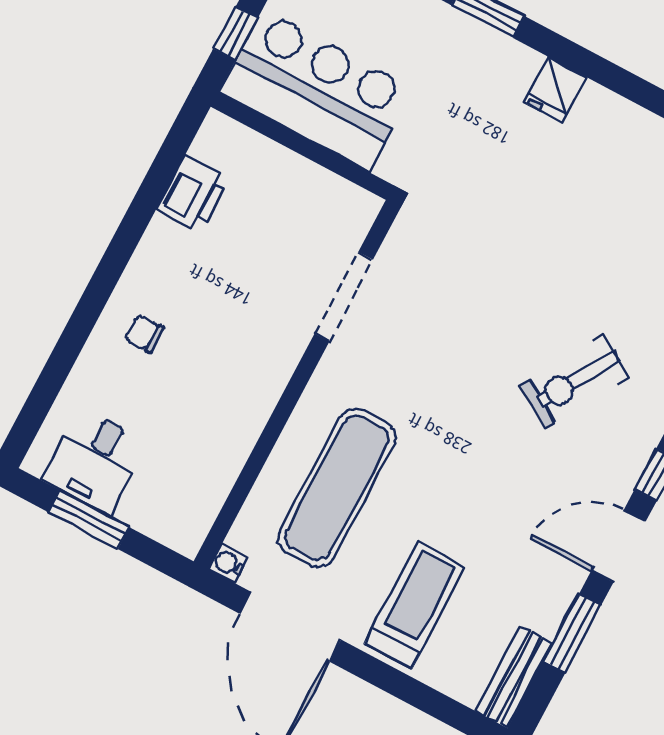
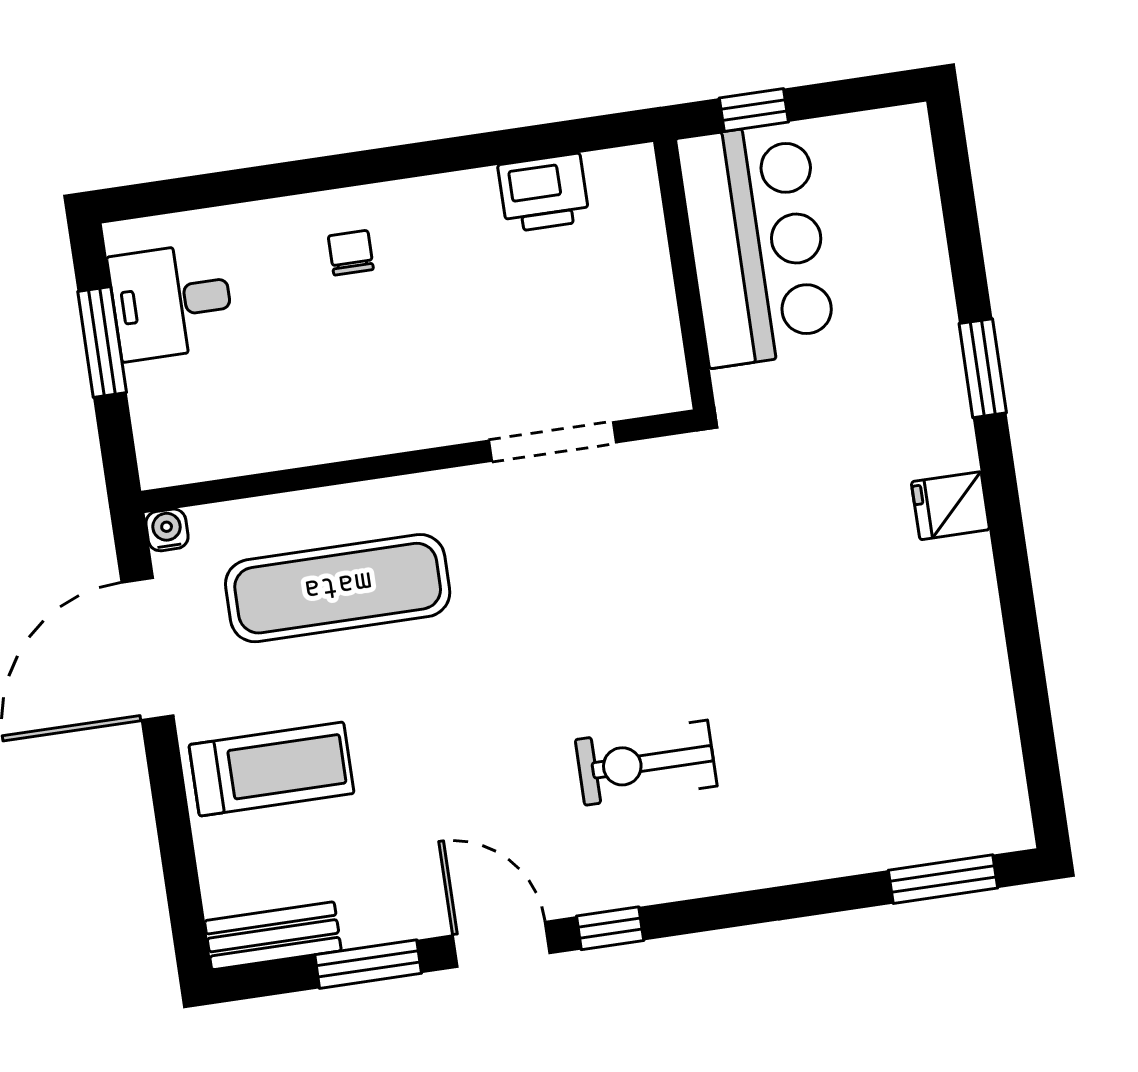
exercise bike: (574, 381) -> (646, 763), turned -31

